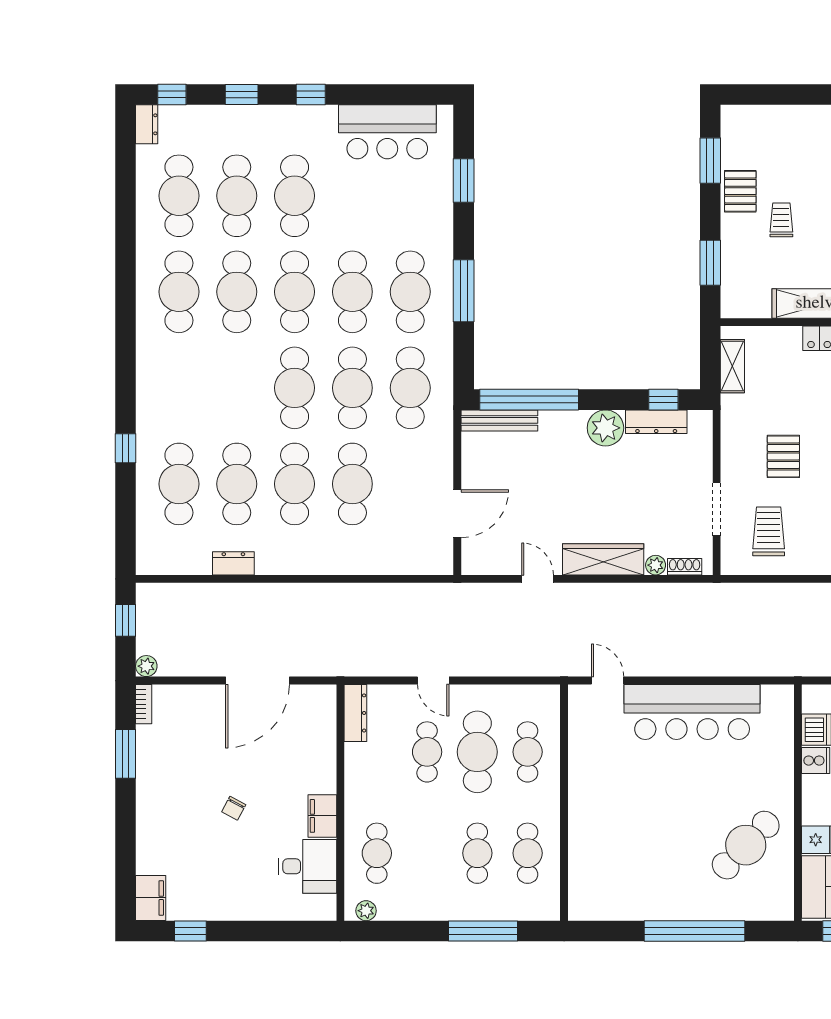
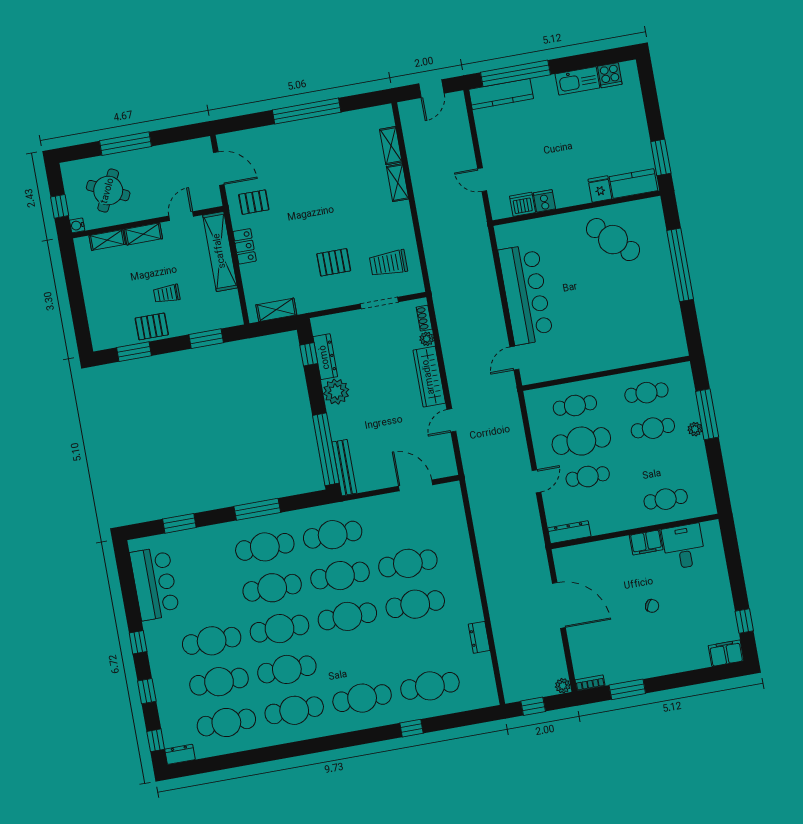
cafe table: (237, 484) -> (362, 698), moved
plant: (366, 911) -> (695, 429), moved

